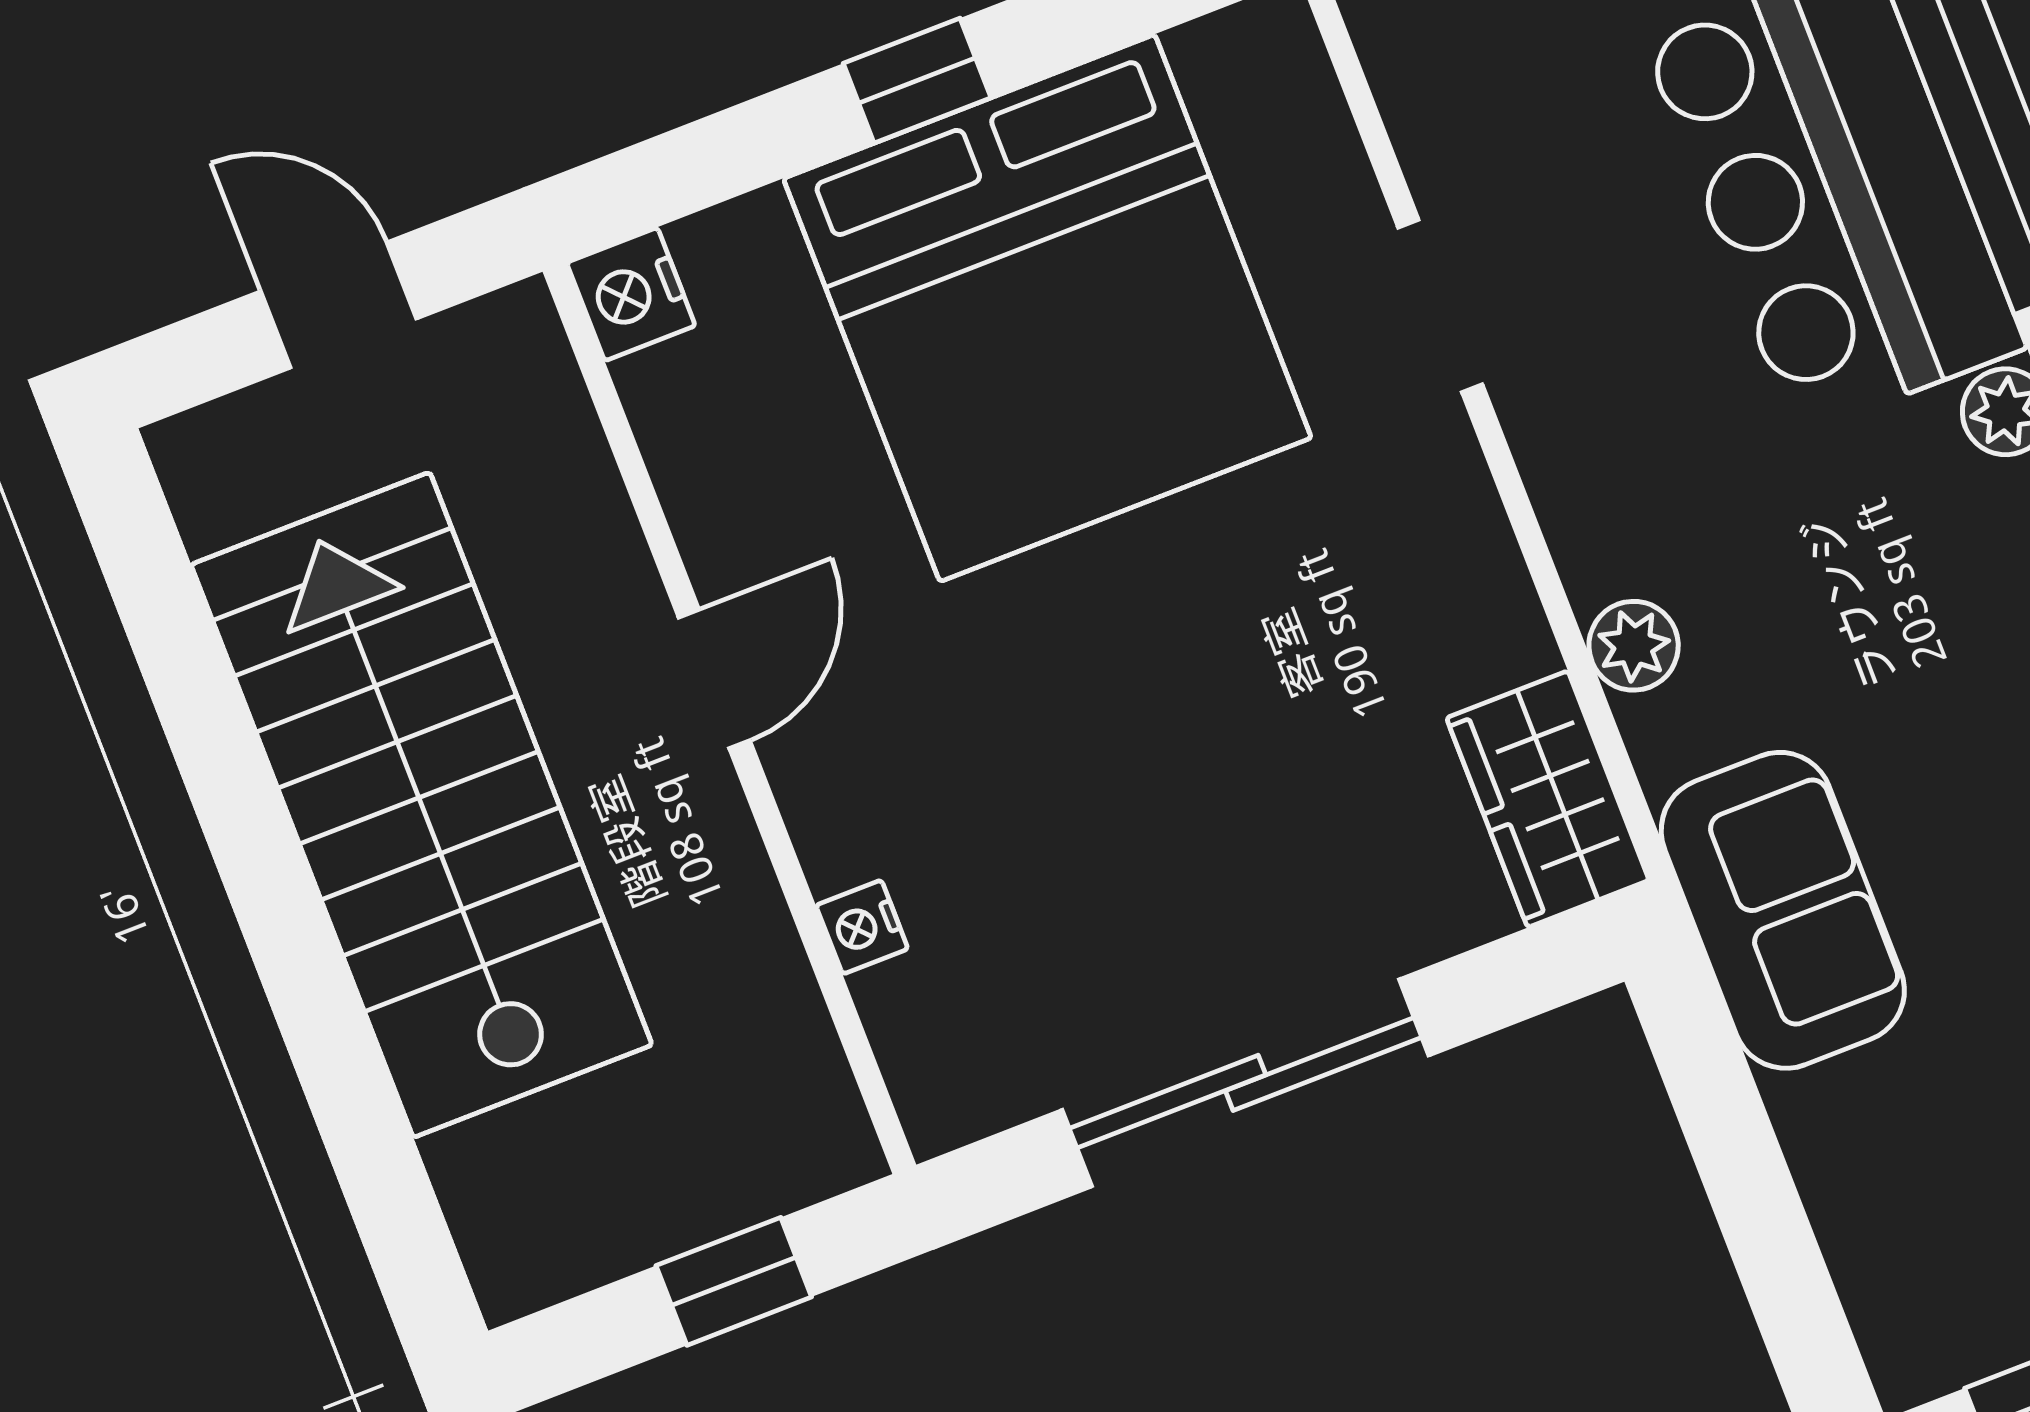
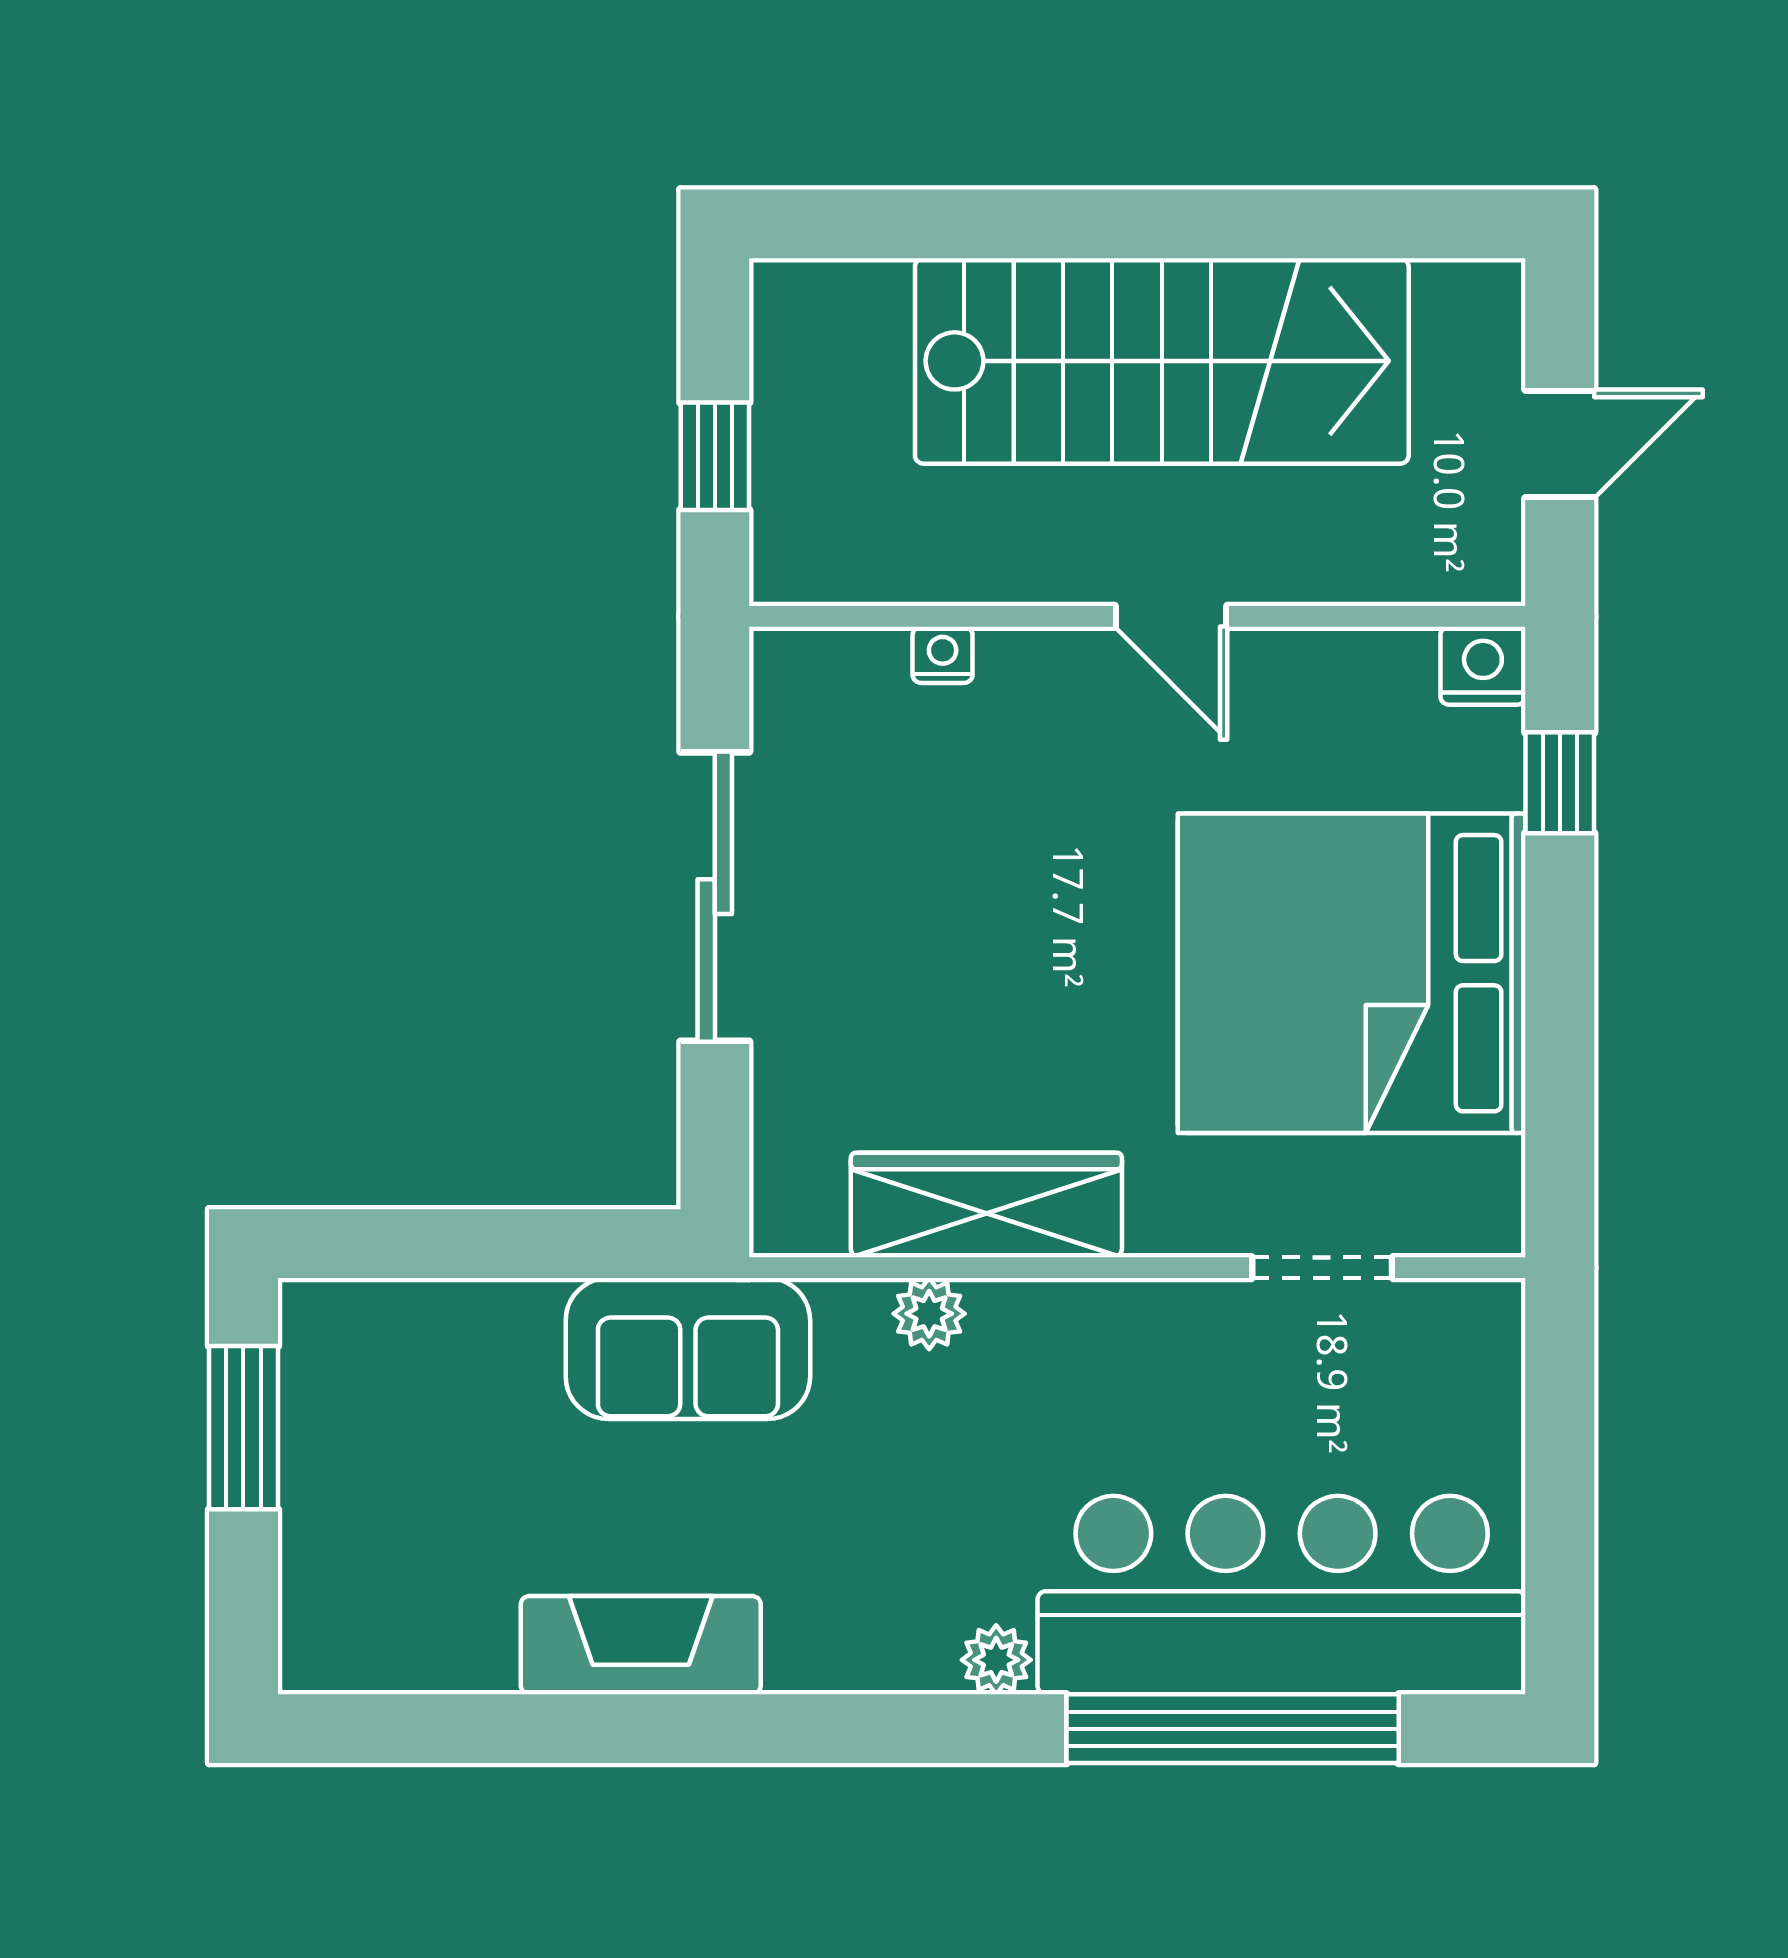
window: (917, 81) -> (1560, 783), moved
doorway: (1440, 306) -> (1322, 1268), moved
wardrobe: (1548, 799) -> (986, 1205), moved, width x1.50

